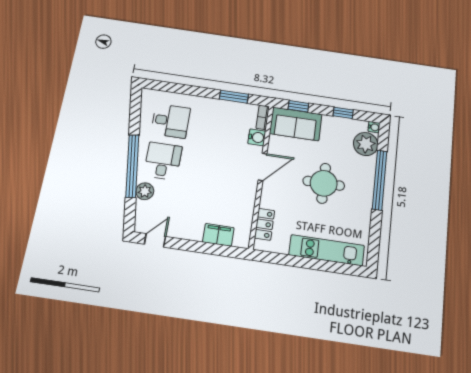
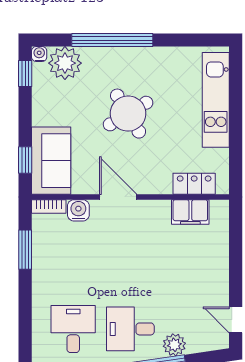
window: (343, 113) -> (25, 73), moved
round table: (324, 183) -> (128, 114), turned -31
filing cabinet: (218, 235) -> (190, 212), moved, turned -90

